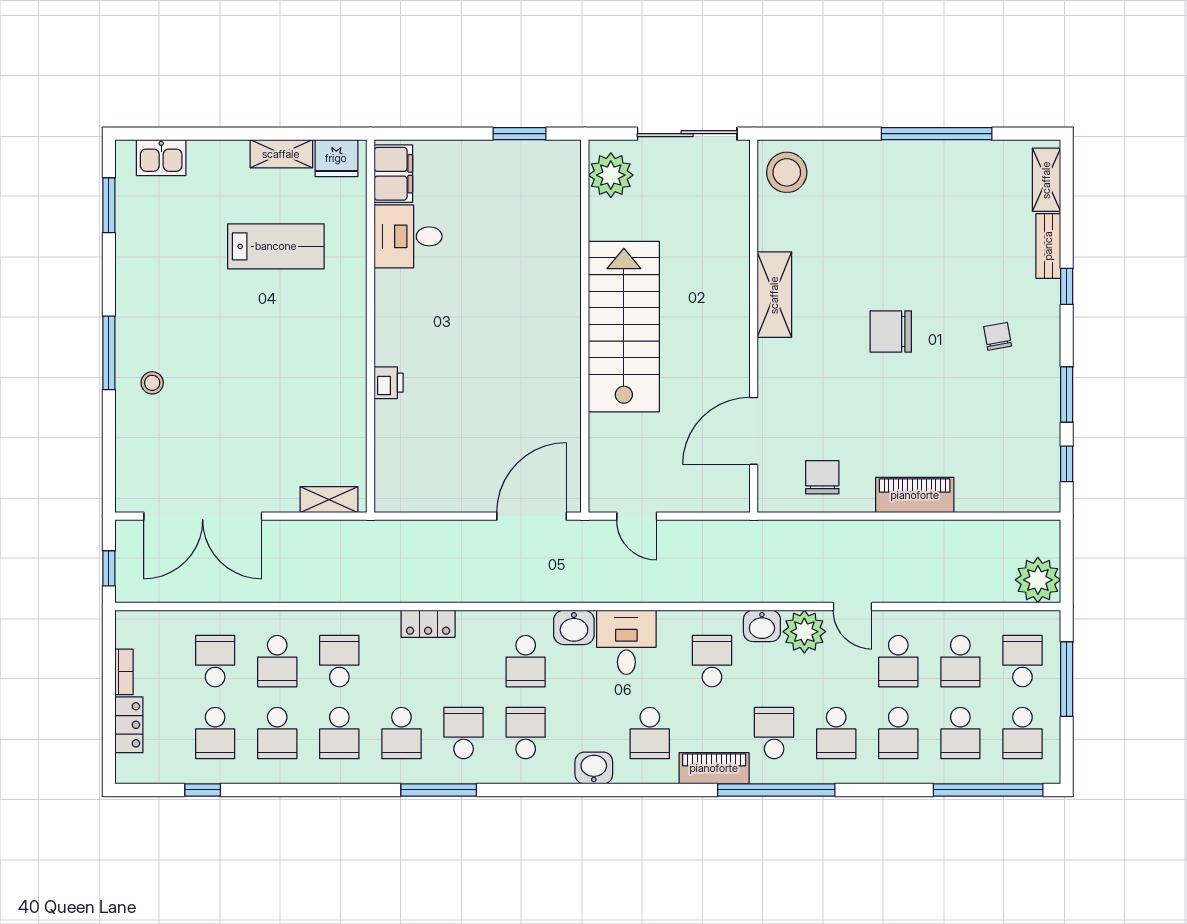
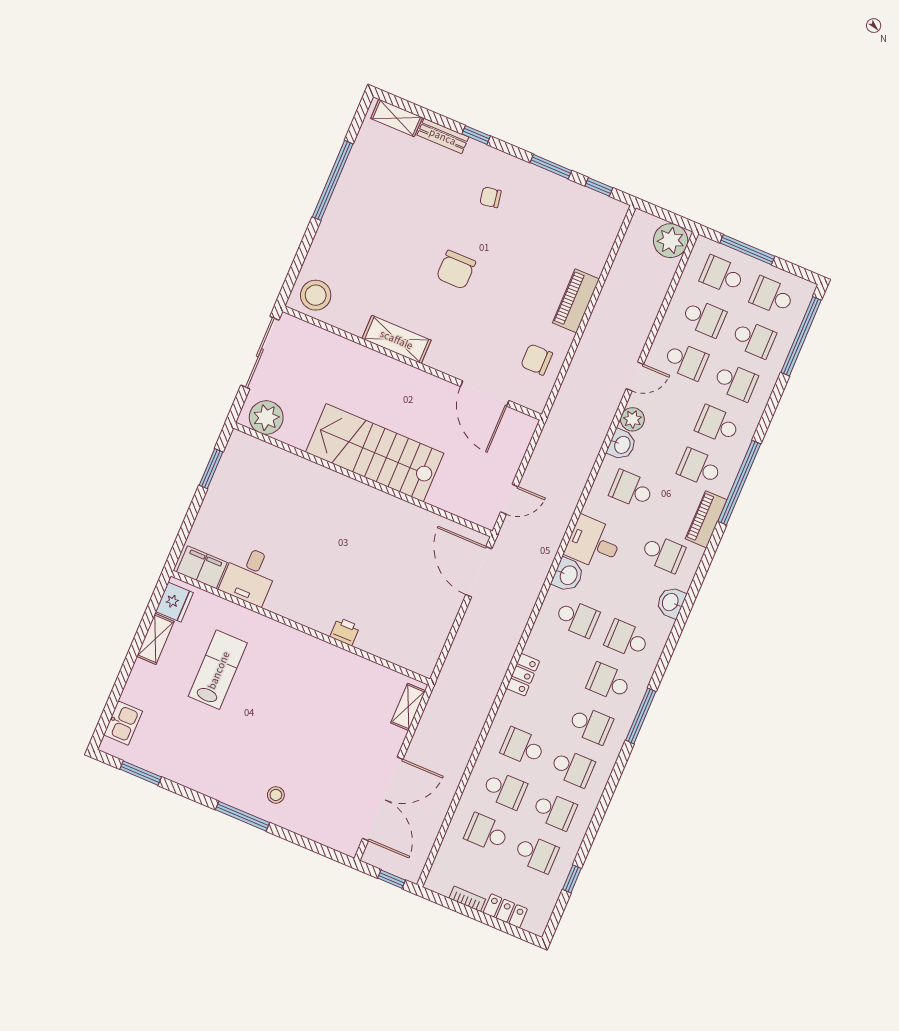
plant: (804, 632) -> (632, 419), width x0.73, depth x0.73
school desk: (836, 733) -> (717, 425), turned 180
school desk: (1022, 733) -> (772, 296), turned 180

